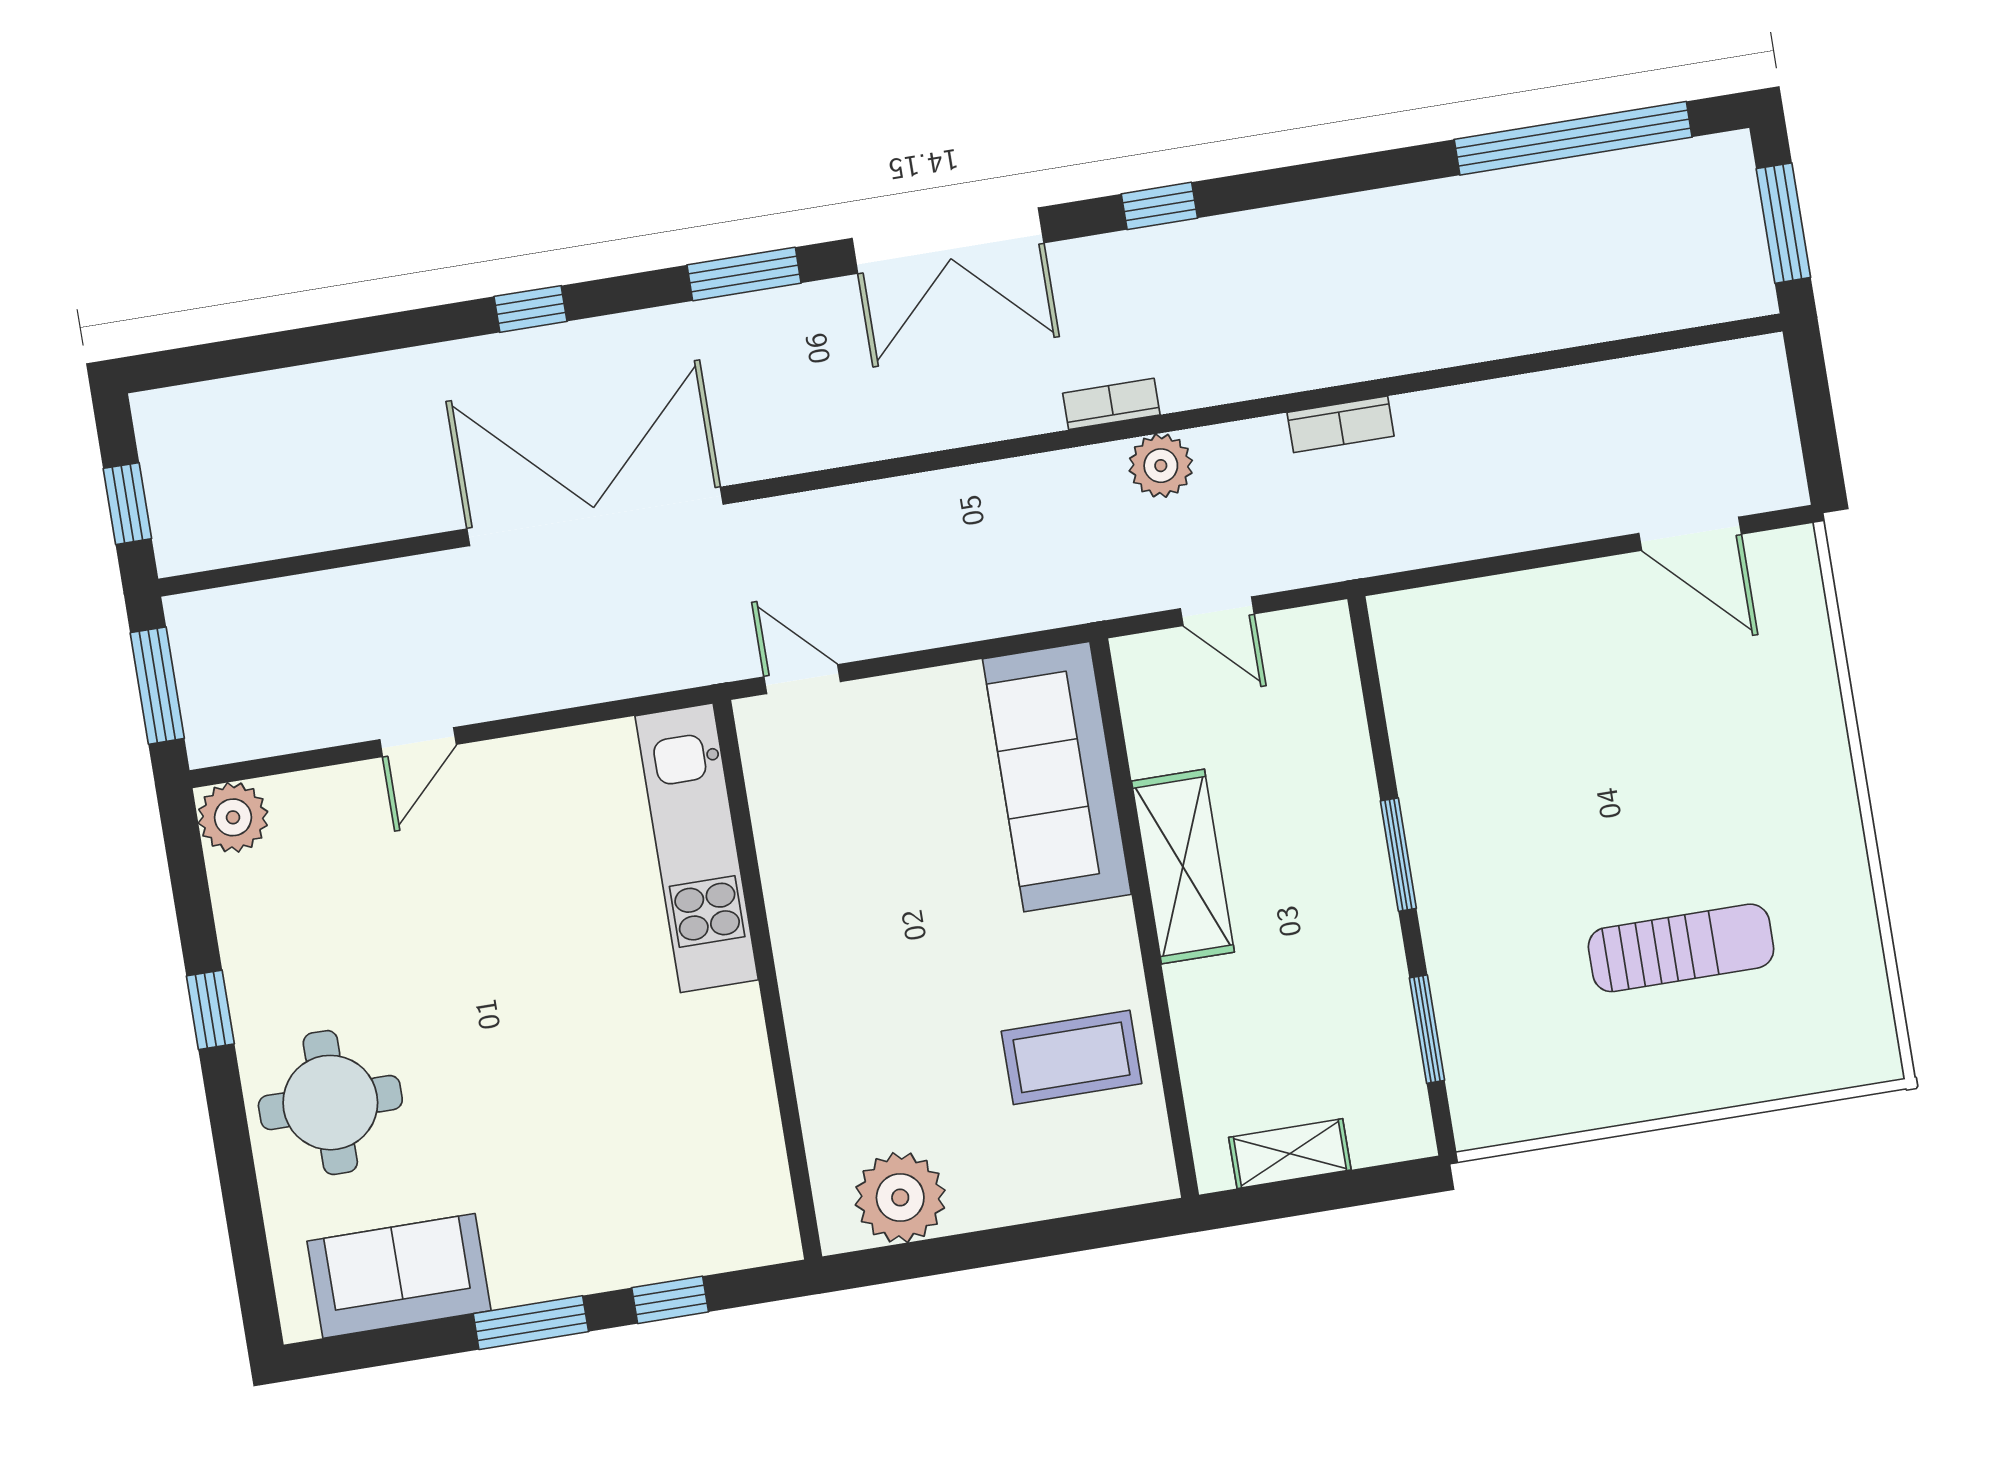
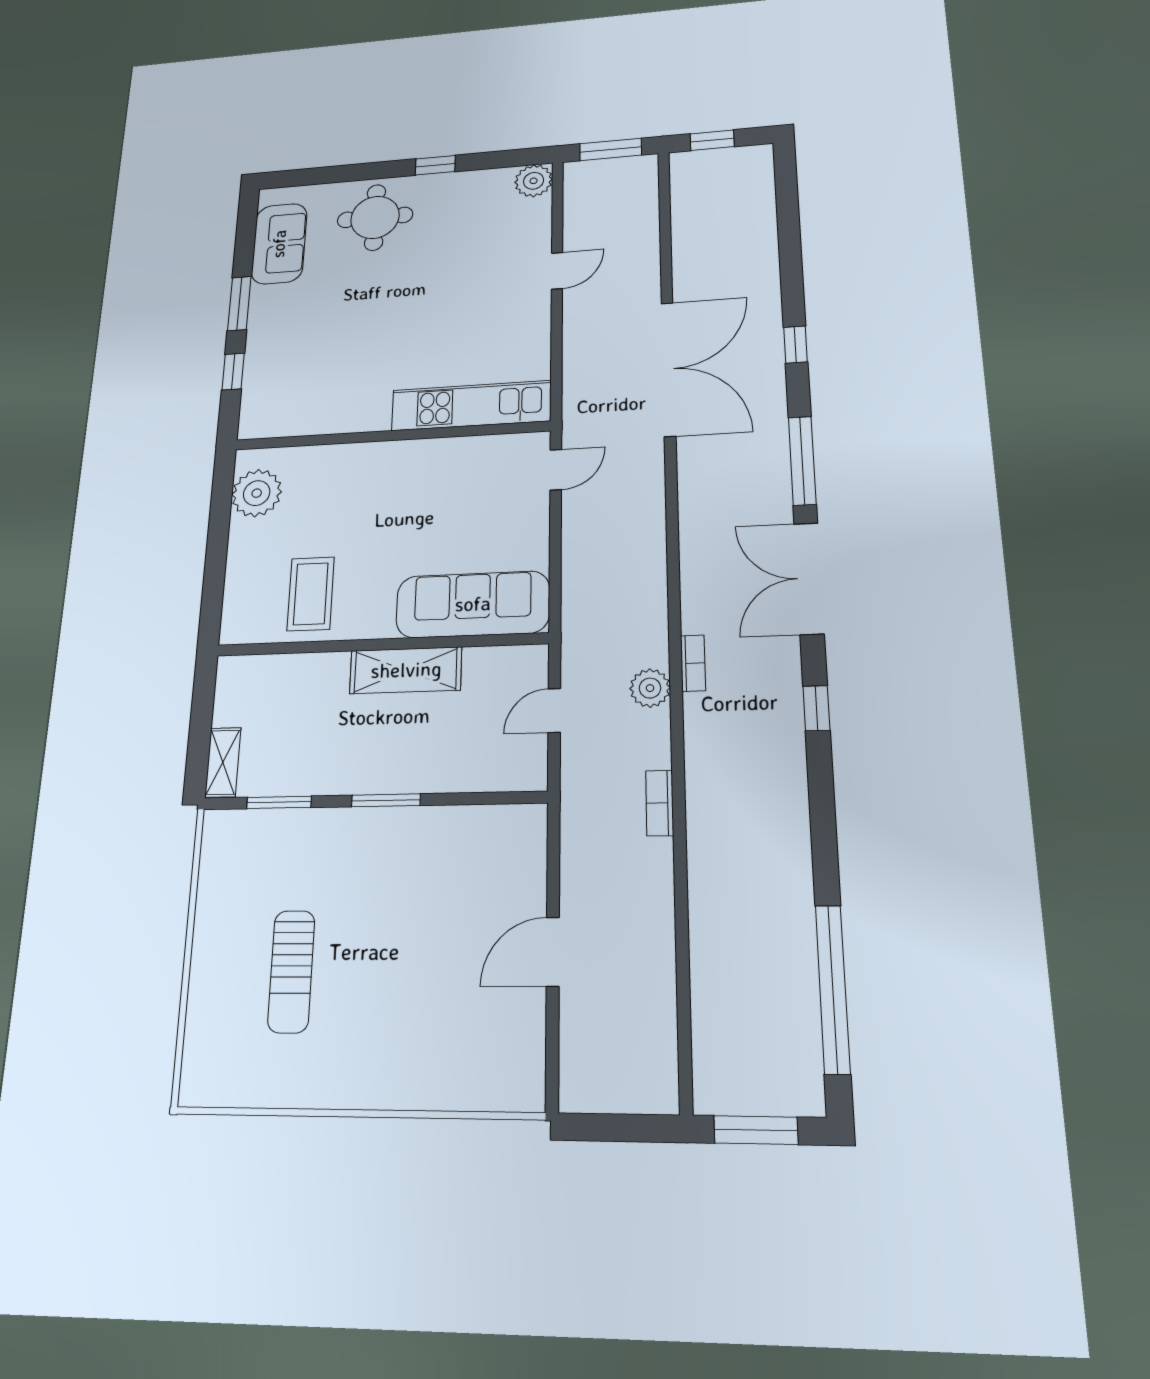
window: (744, 274) -> (802, 461), width x1.44
door: (1690, 534) -> (553, 952), moved
door: (418, 742) -> (557, 271), swing flipped
shelving: (1290, 1154) -> (223, 762), moved

